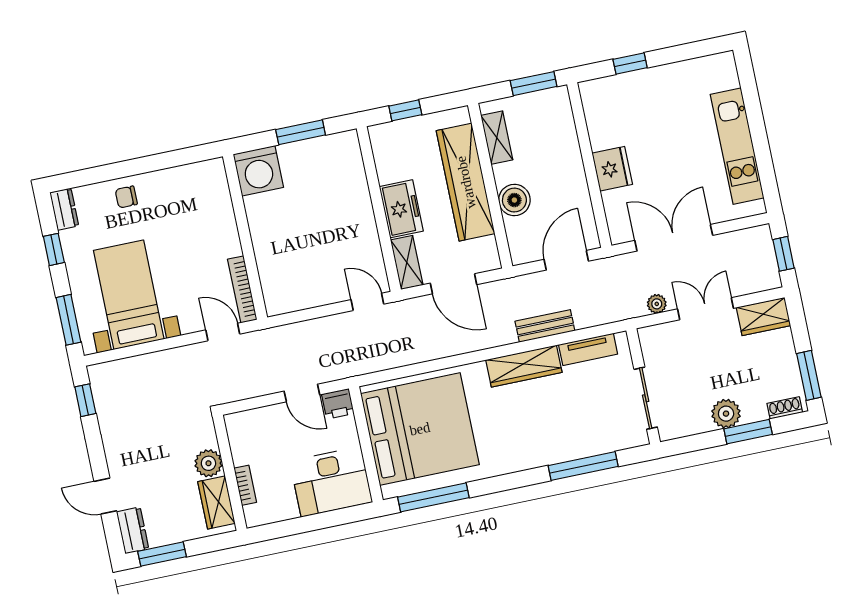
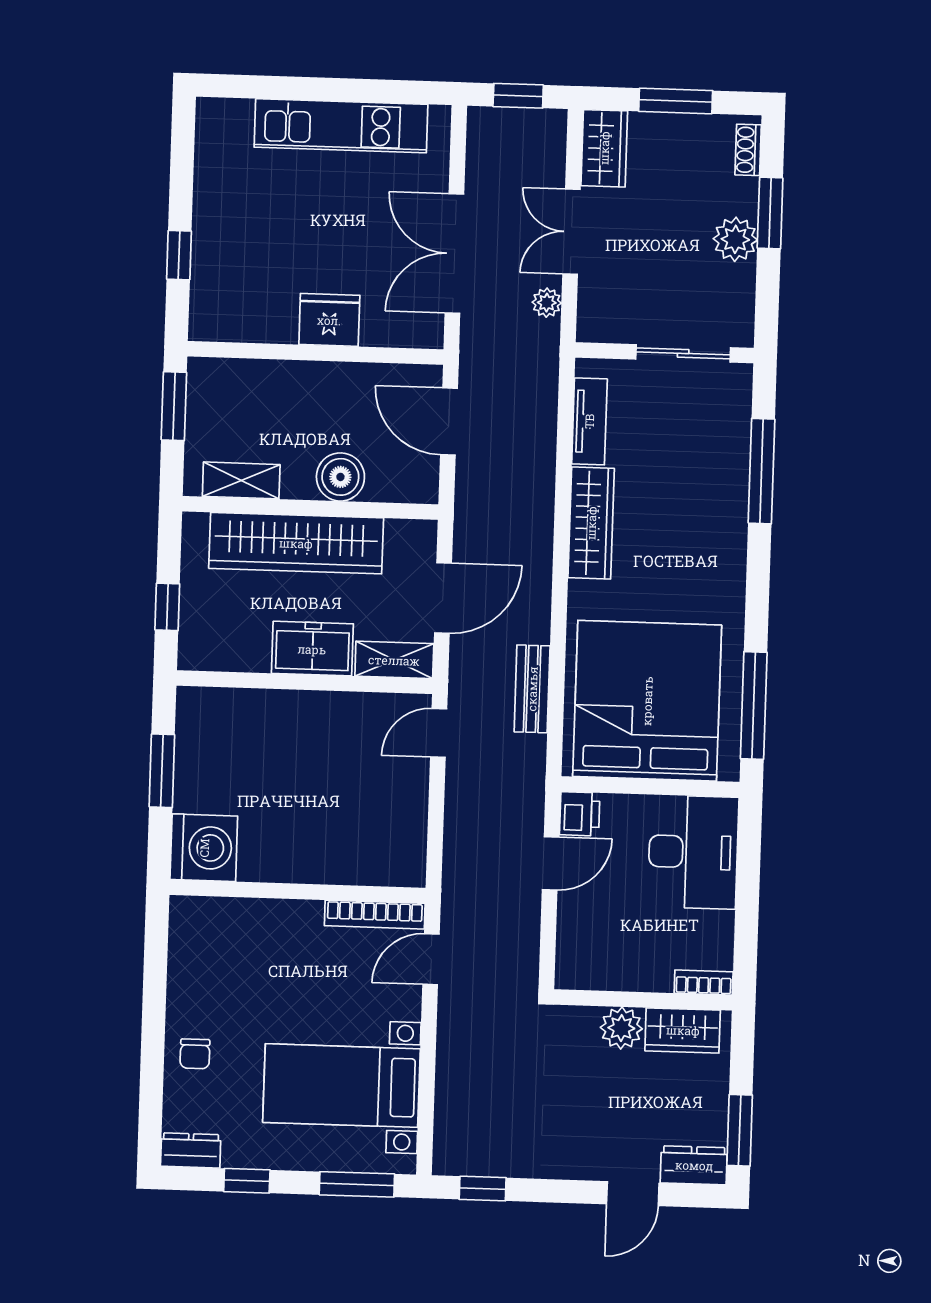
bench: (545, 326) -> (532, 689), moved
window: (809, 375) -> (676, 101), moved
bookcase: (245, 485) -> (704, 982), moved

